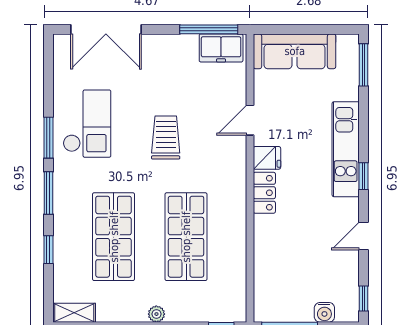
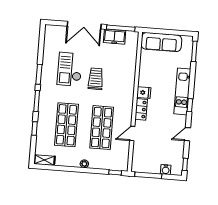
double door: (106, 29) -> (84, 25), moved
freezer: (221, 48) -> (115, 37), moved
door: (250, 120) -> (132, 134), moved
checkout: (87, 124) -> (70, 69), moved, turned 180

